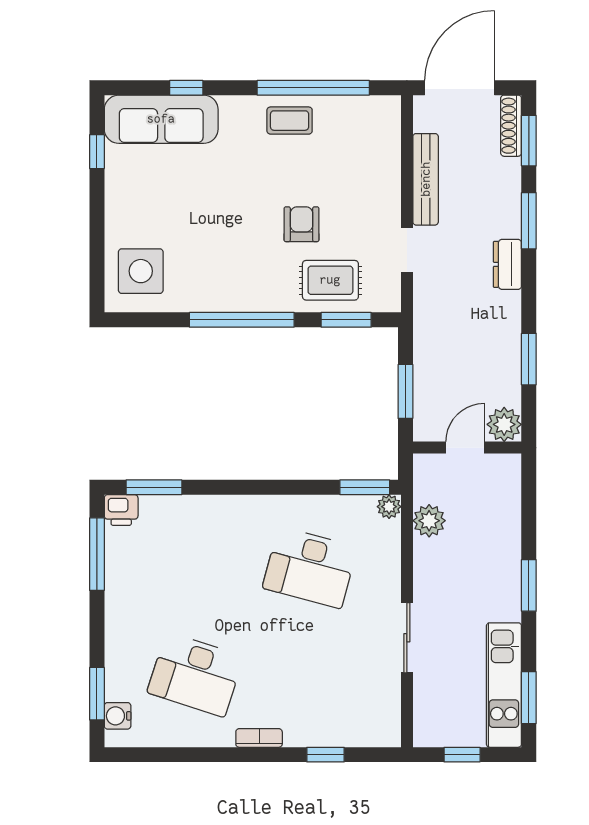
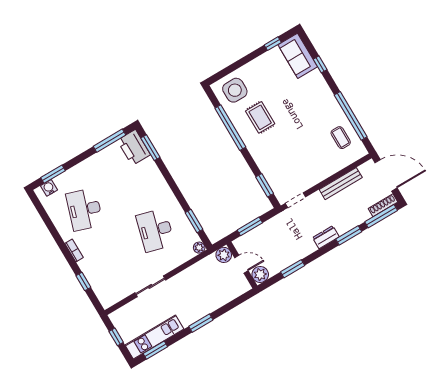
sofa: (161, 119) -> (298, 56), width x0.73
coffee table: (290, 121) -> (341, 138), moved
window: (529, 141) -> (381, 216), width x1.44
armchair: (301, 224) -> (293, 144), removed
doorway: (407, 250) -> (296, 200), moved
rug: (330, 280) -> (260, 117), moved
window: (242, 320) -> (230, 128), moved
window: (365, 487) -> (194, 221), moved
printer: (121, 510) -> (134, 147), width x1.87, depth x1.48
plant: (429, 521) -> (224, 255), moved

